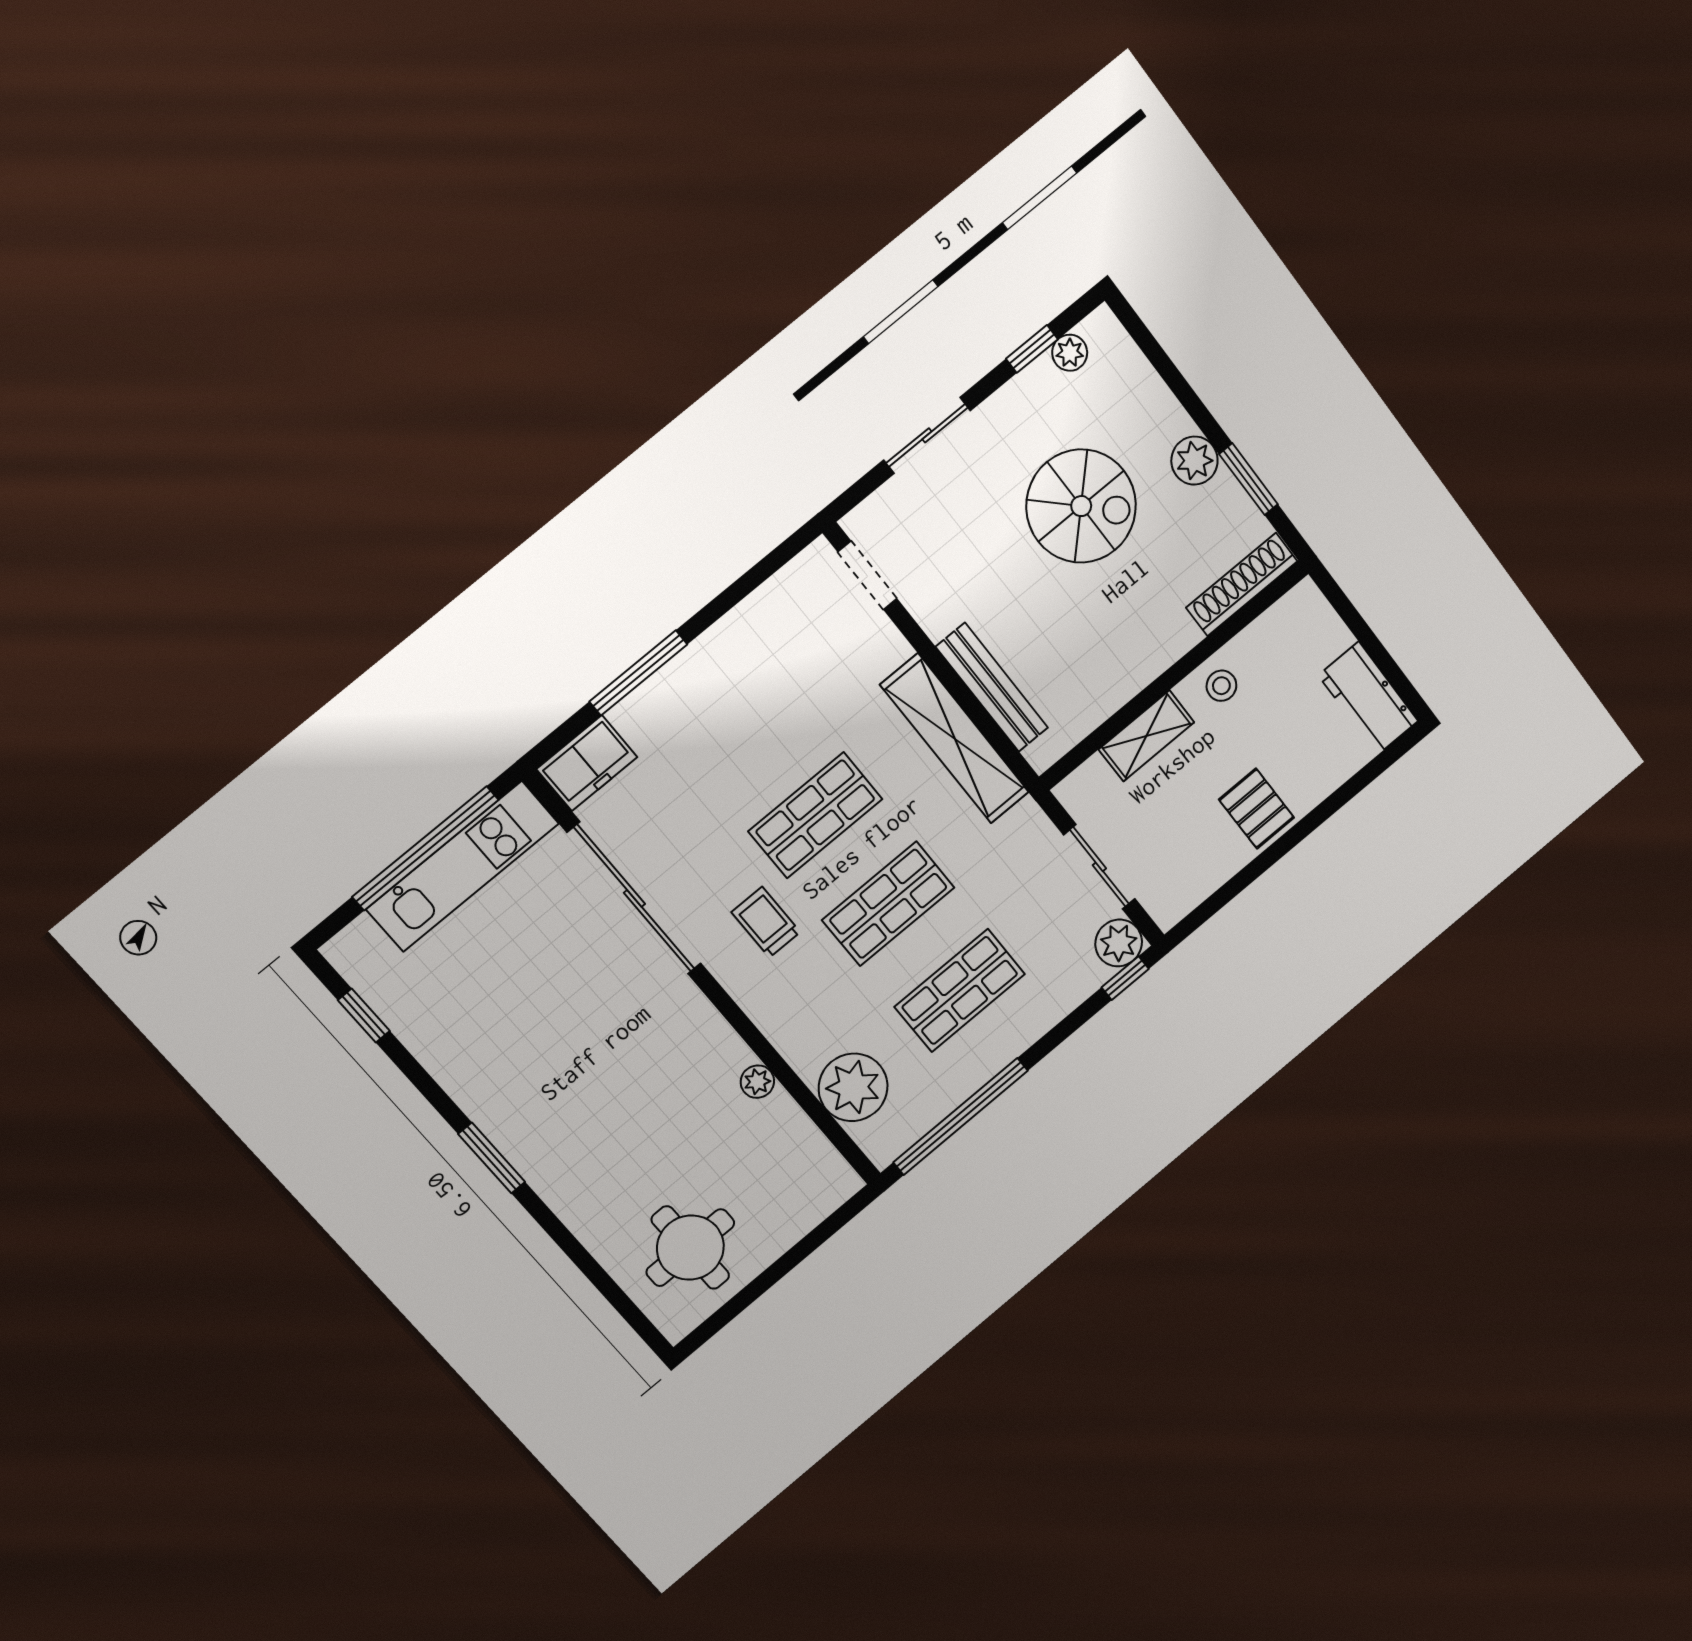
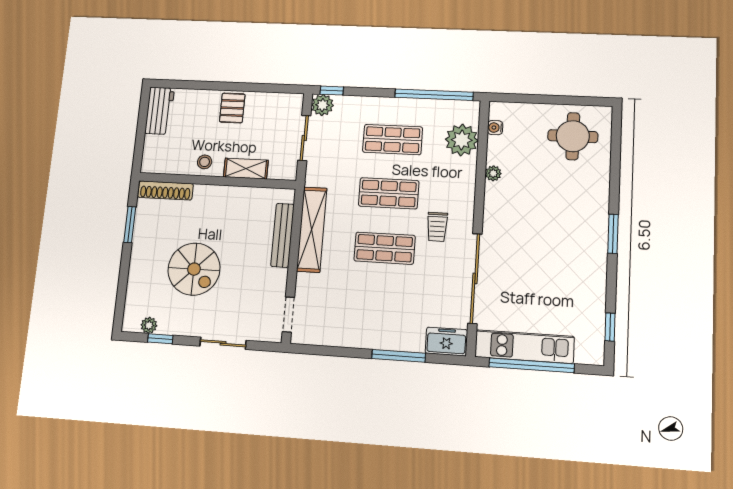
plant: (1194, 461) -> (142, 248), removed
spiral stairs: (1081, 506) -> (194, 269), turned 180
water cooler: (820, 1153) -> (495, 128), added

